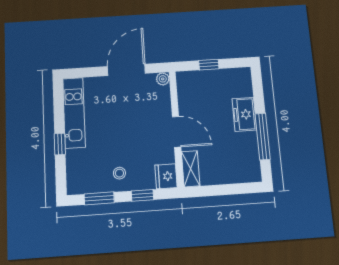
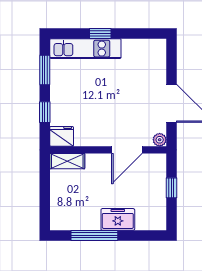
kitchen unit: (74, 113) -> (85, 49), moved
door: (177, 132) -> (127, 150), moved
stool: (119, 173) -> (68, 91), removed

